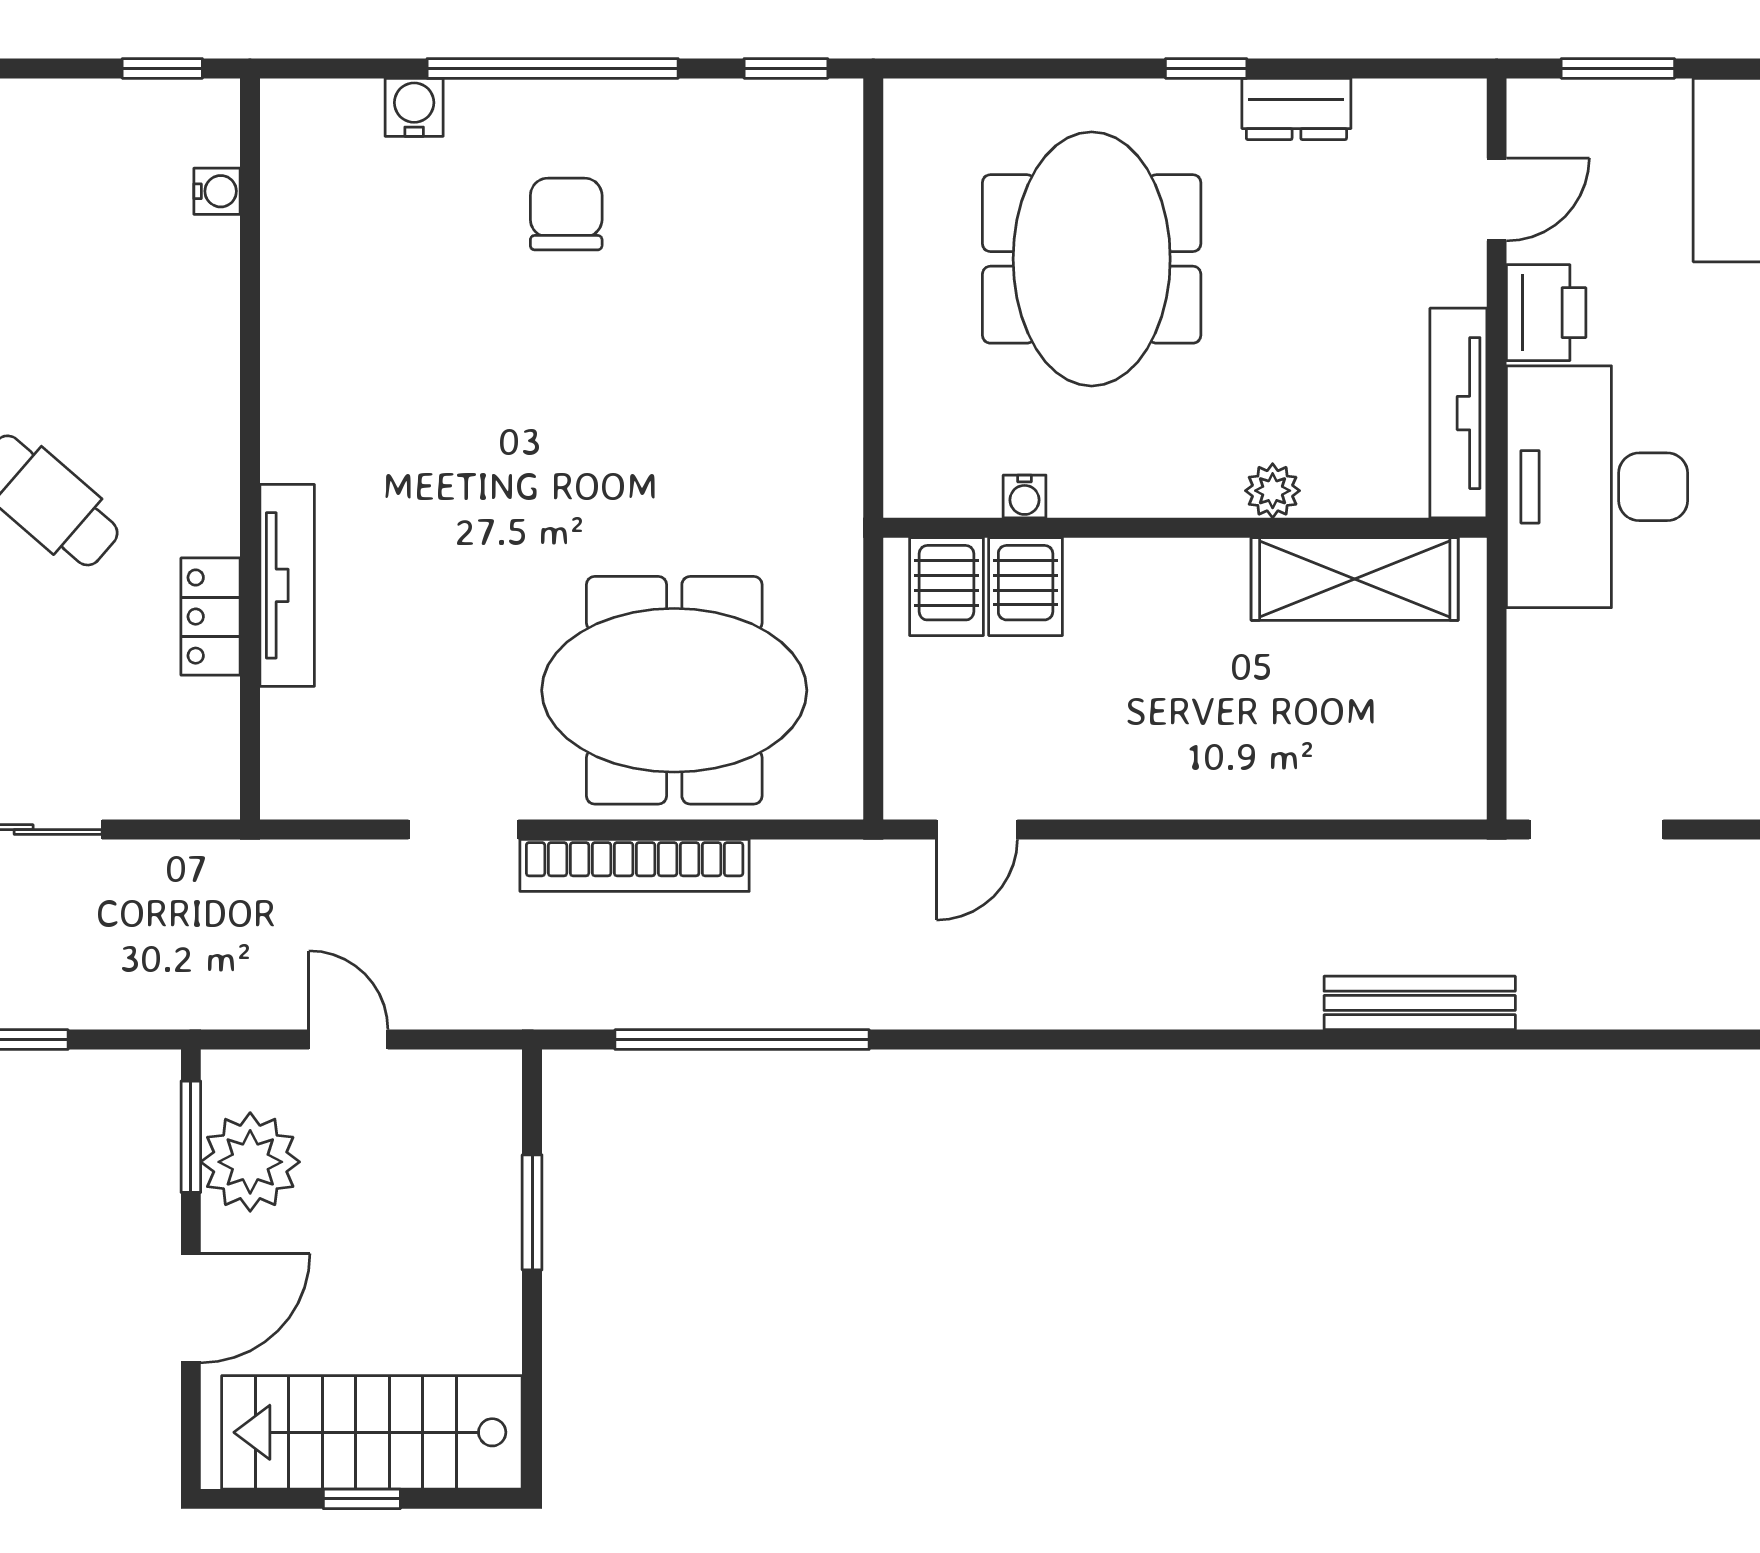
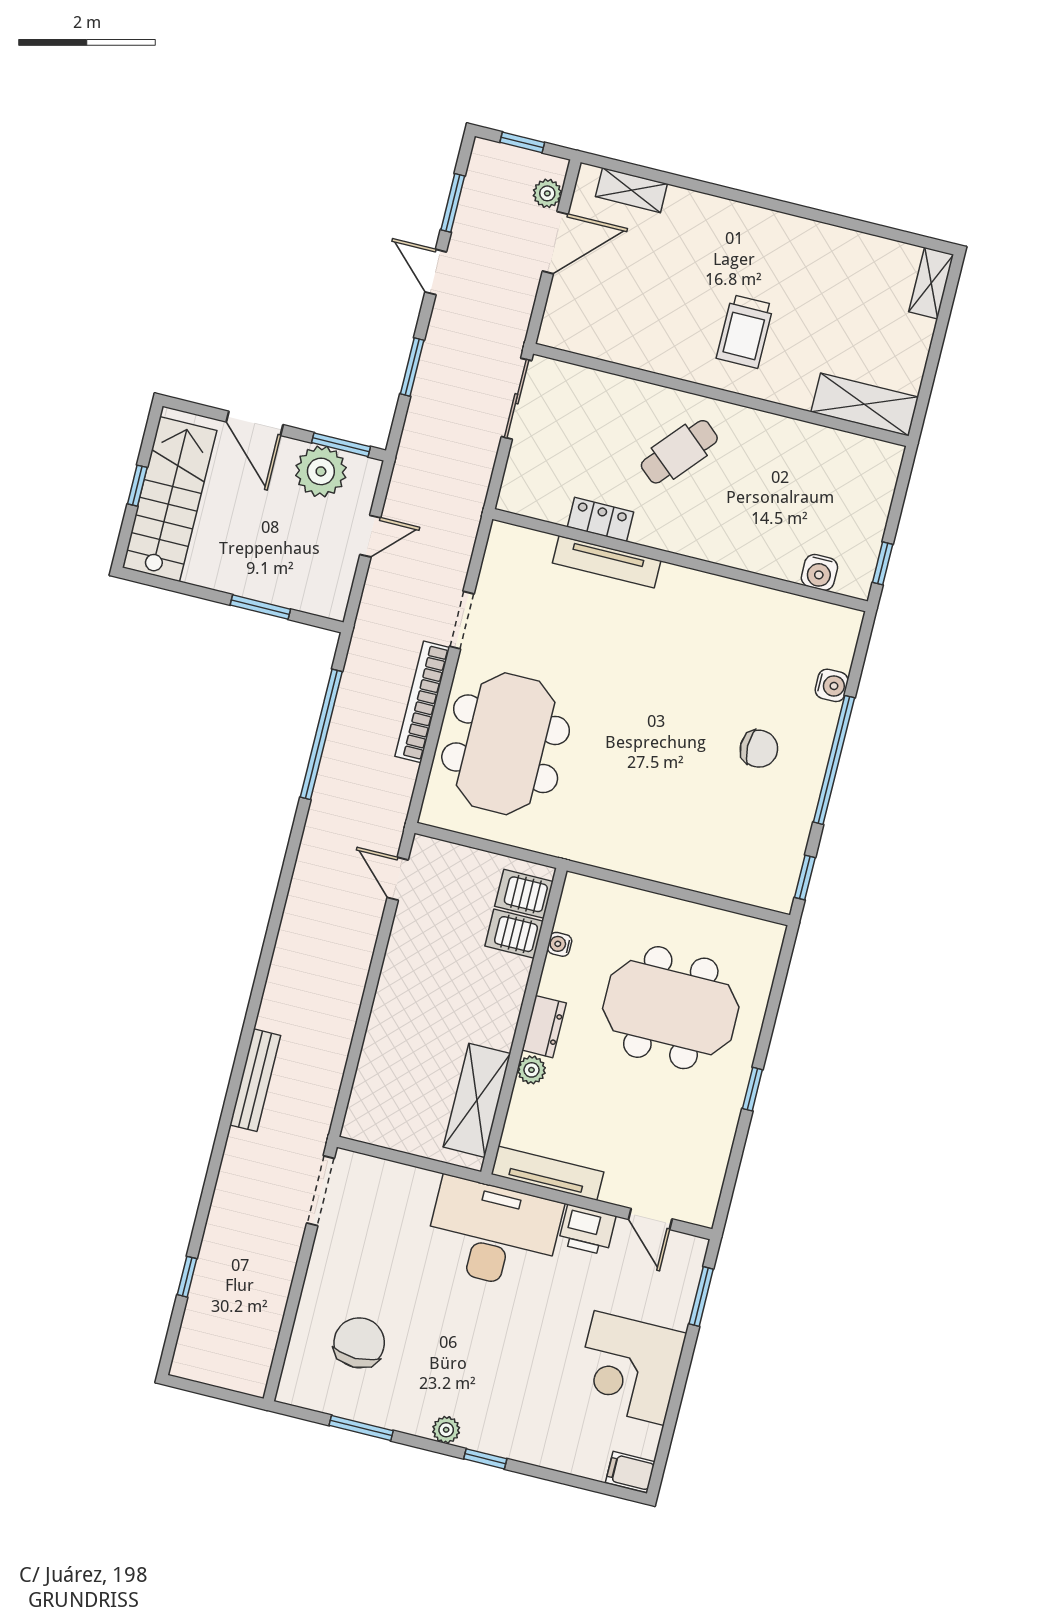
dresser: (1296, 109) -> (544, 1027), moved, turned 180
water cooler: (217, 191) -> (819, 572), width x1.38, depth x1.38

